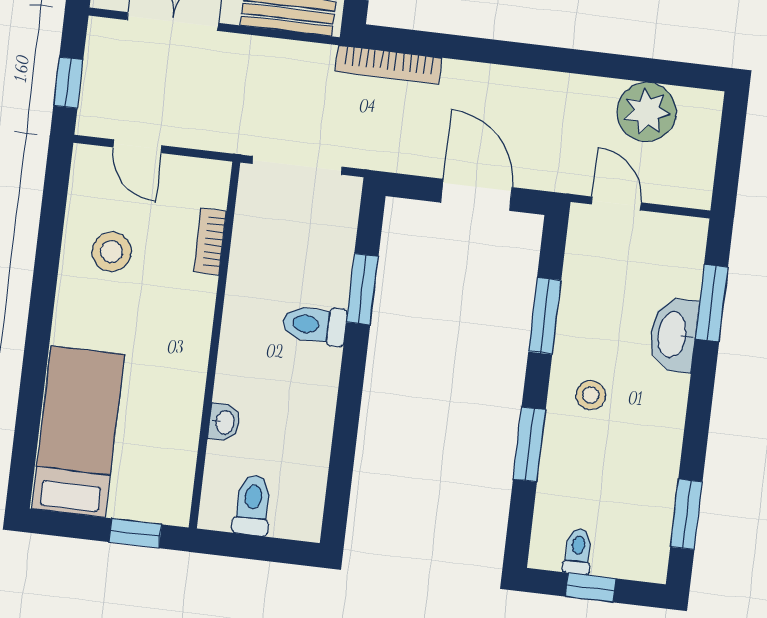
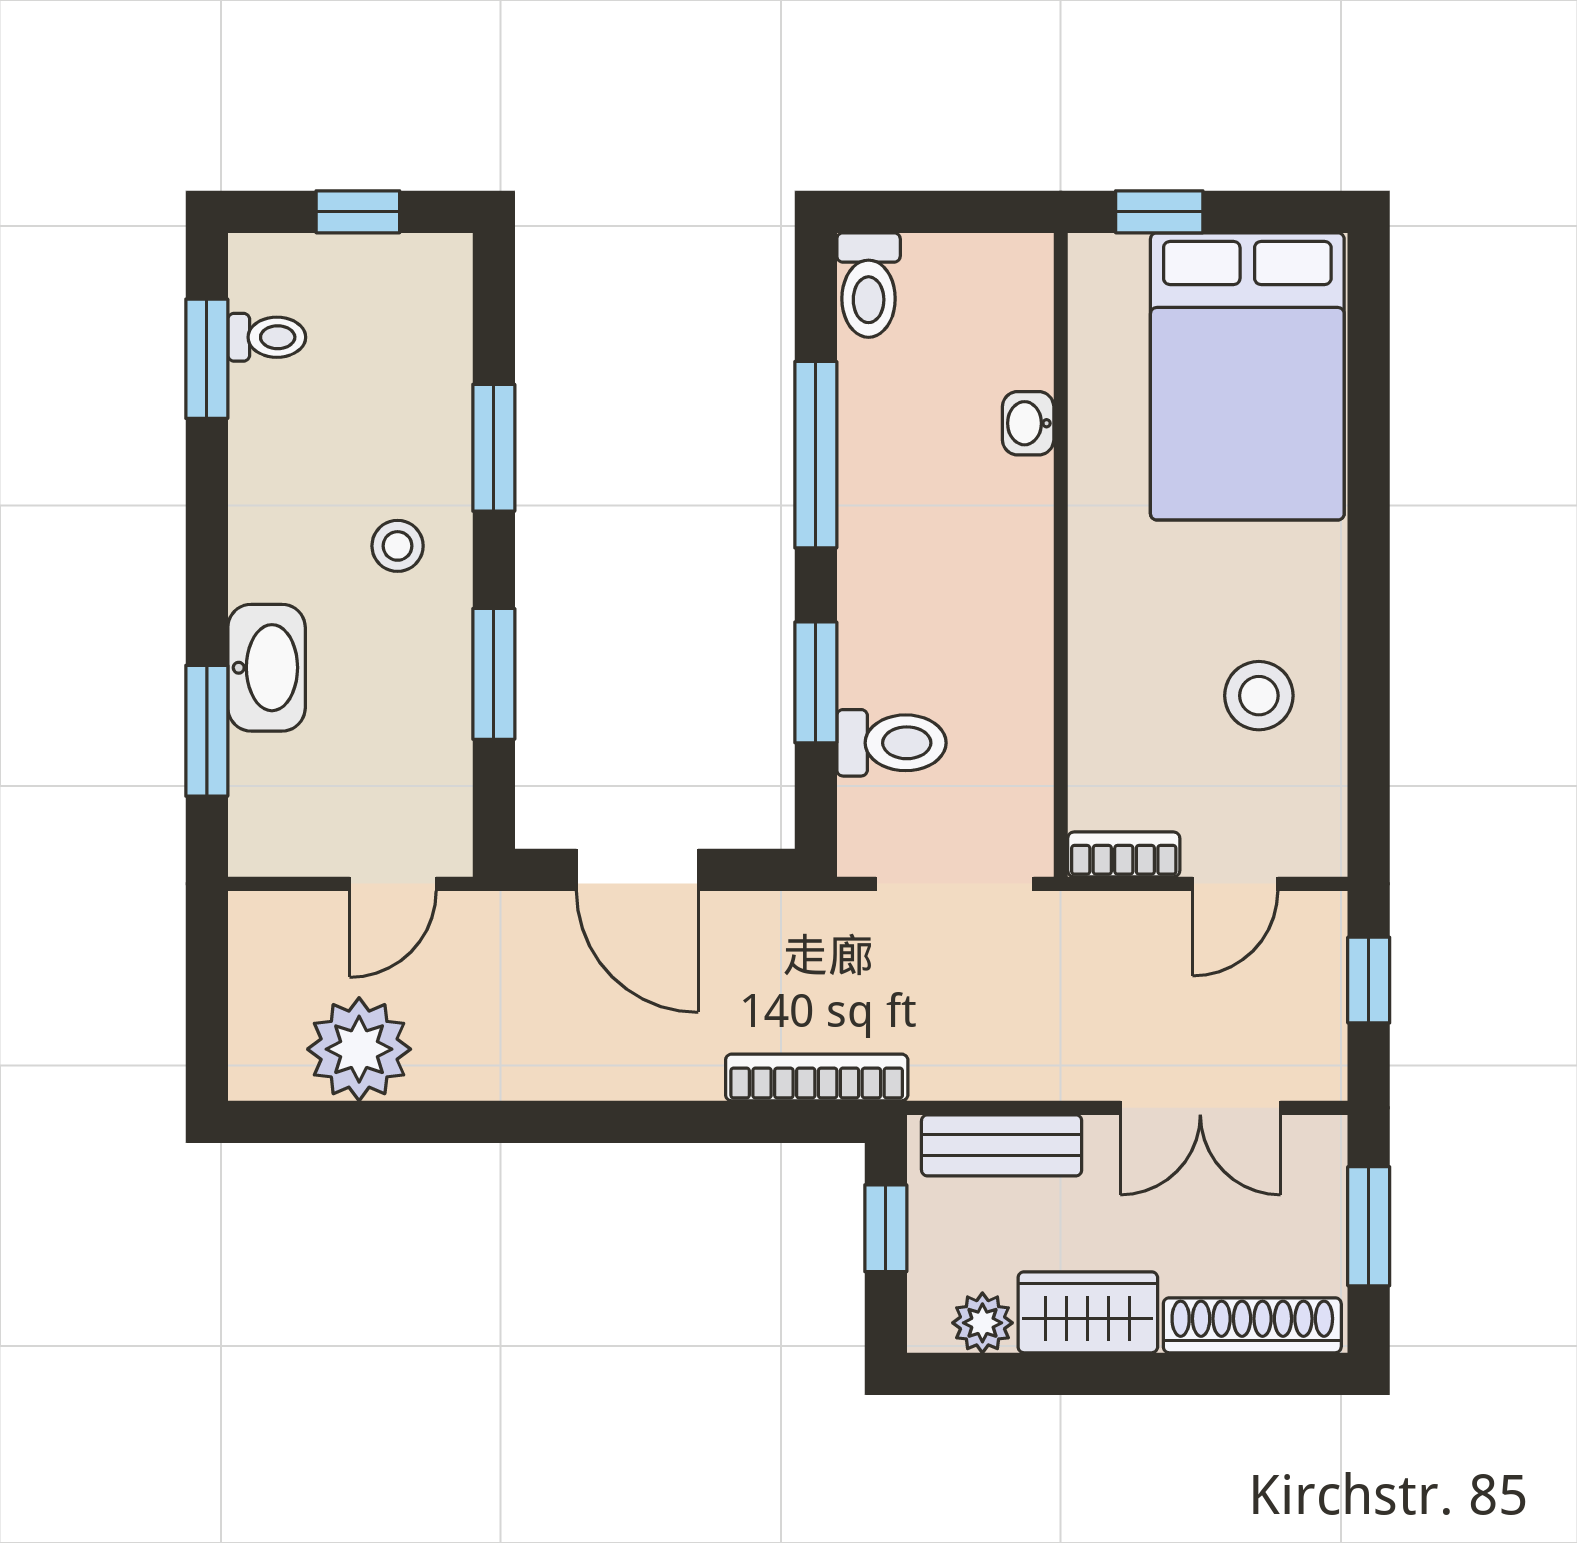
door: (138, 146) -> (1235, 884), swing flipped
door: (616, 203) -> (393, 884), hinge flipped
bookcase: (210, 241) -> (1124, 854), moved, turned -90
toilet: (314, 325) -> (891, 743), moved
window: (347, 419) -> (816, 455), added
bed: (78, 432) -> (1247, 376), width x1.50
toilet: (253, 505) -> (869, 285), moved
toilet: (578, 552) -> (267, 337), moved, turned -90

